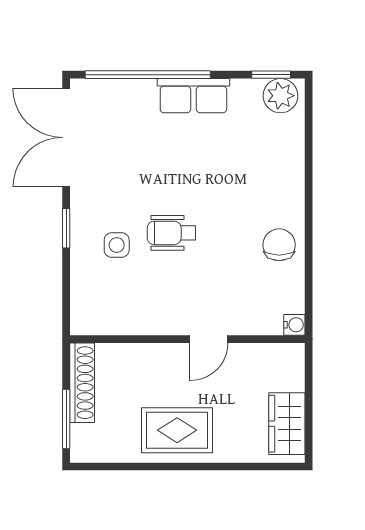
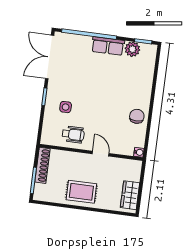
plant: (281, 96) -> (132, 49), moved
wheelchair: (171, 233) -> (73, 134), moved, turned 180
door: (209, 339) -> (101, 154), swing flipped

